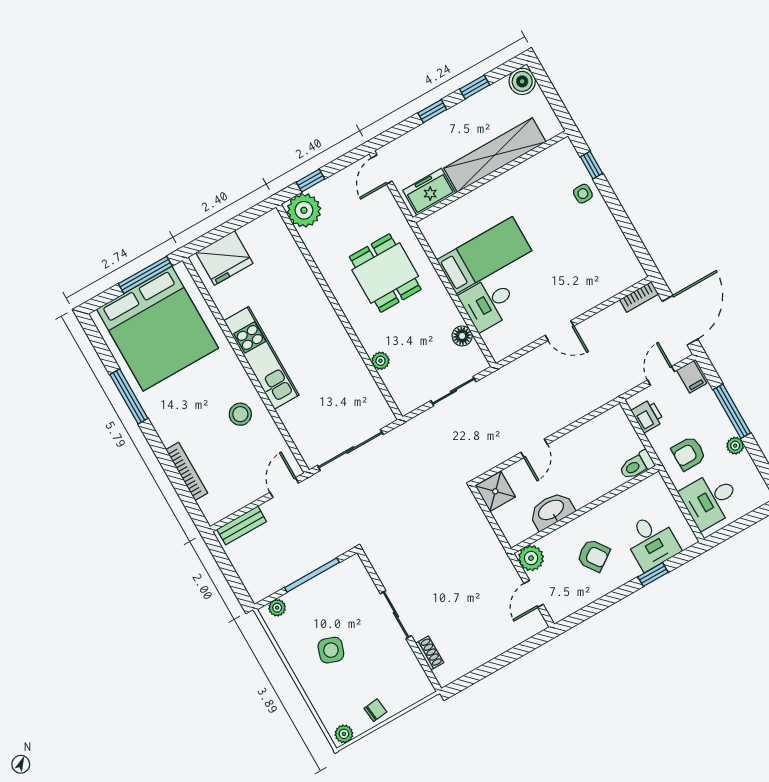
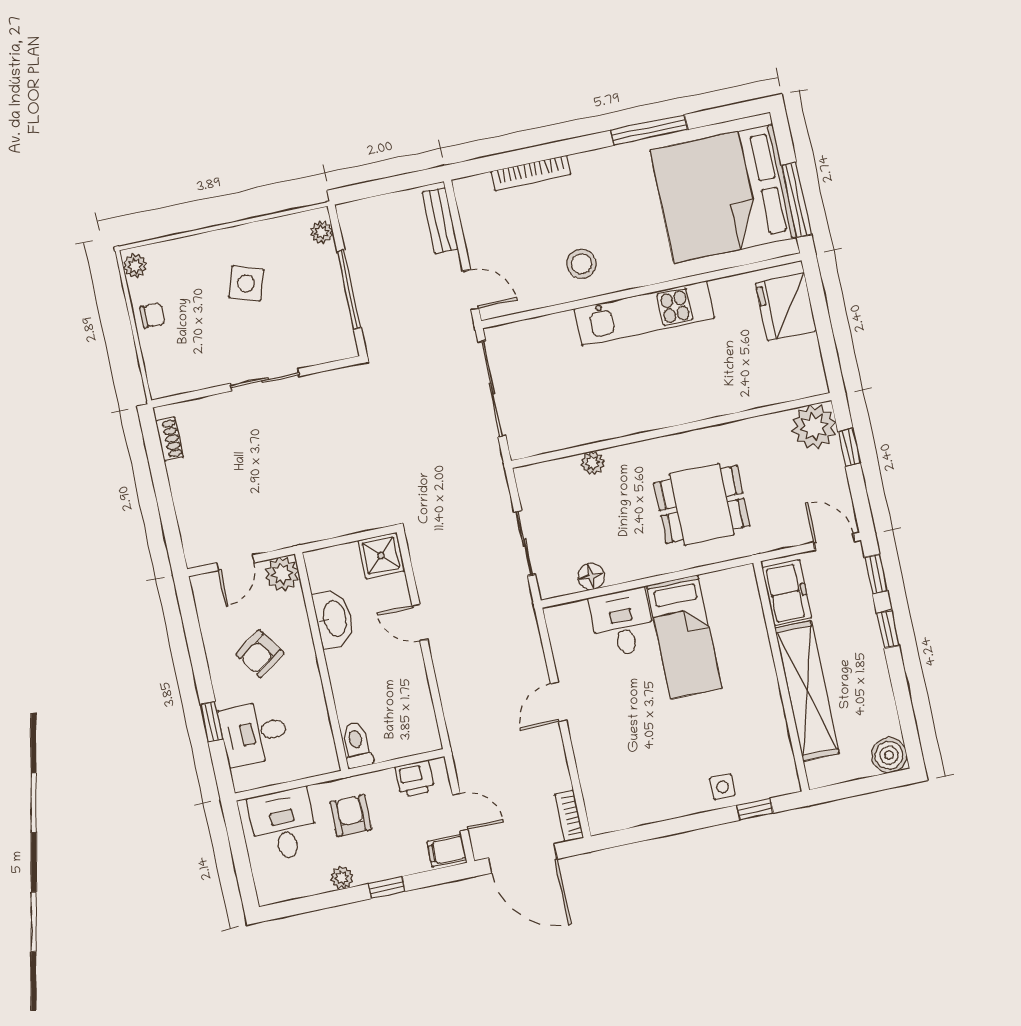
window: (475, 87) -> (876, 574), moved
window: (732, 411) -> (387, 887), width x0.46
door: (534, 594) -> (236, 563), swing flipped
shoe rack: (430, 653) -> (170, 439), moved, turned -90
chair: (375, 710) -> (152, 315), turned -83

